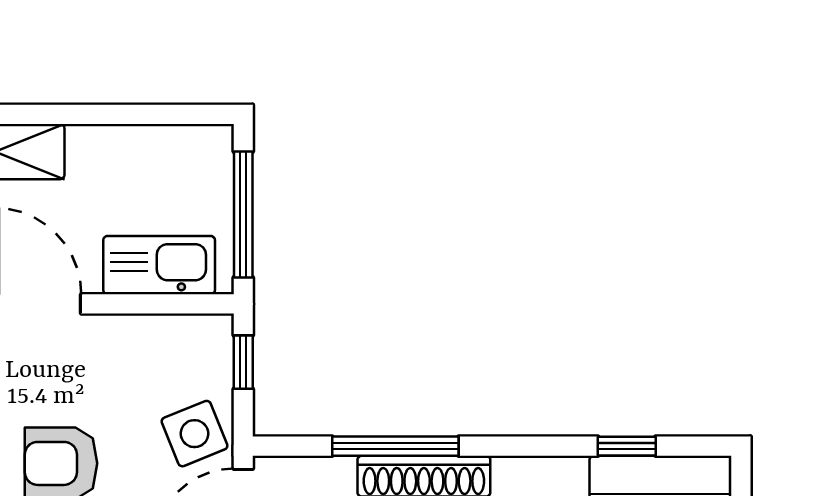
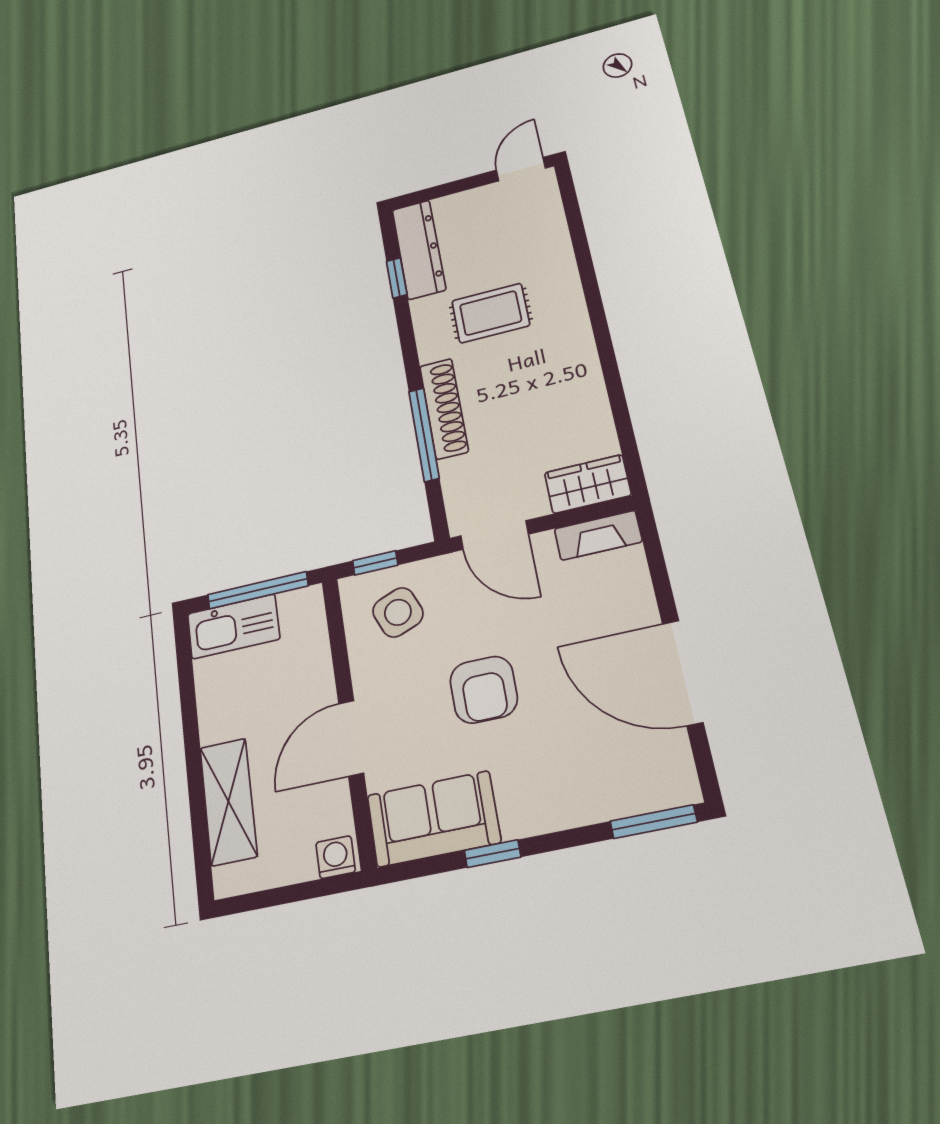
kitchen sink: (159, 265) -> (233, 626), moved, turned -90
side table: (194, 434) -> (398, 612), moved

